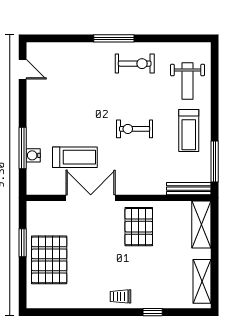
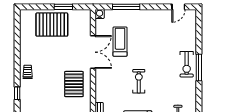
exercise bike: (135, 64) -> (187, 64), moved
water cooler: (33, 155) -> (100, 14), moved
treadmill: (75, 157) -> (120, 42), turned 180
pallet: (139, 227) -> (74, 84), turned 90

